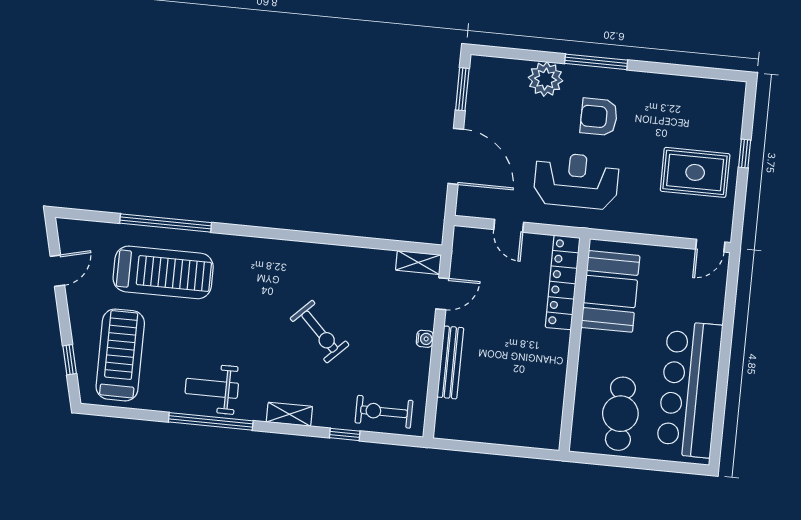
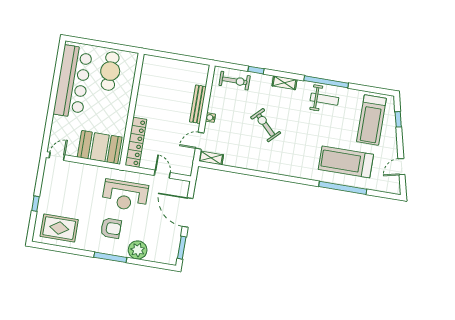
rug: (695, 172) -> (59, 228), moved
booth: (610, 291) -> (100, 147), moved, turned 90

